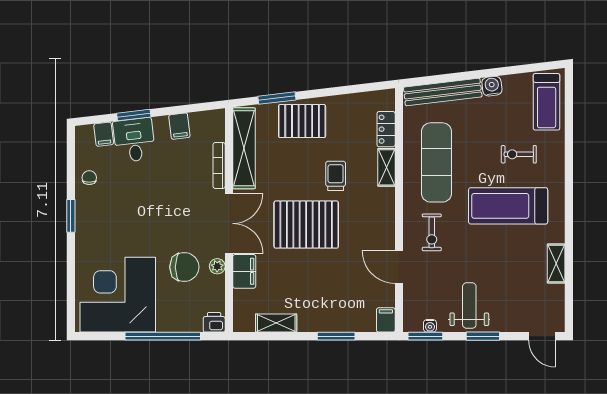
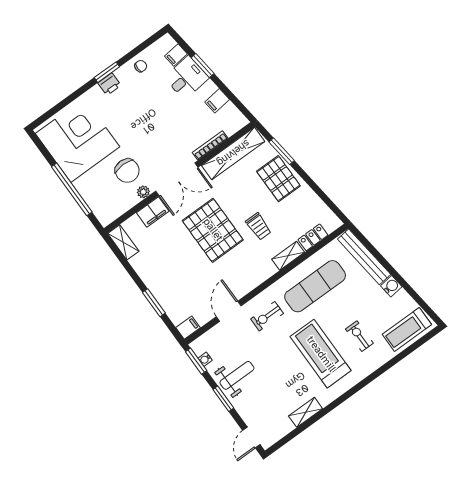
trolley: (336, 176) -> (259, 226), turned 90
printer: (214, 322) -> (109, 84), moved, turned 90
shelving: (276, 323) -> (123, 242), moved

